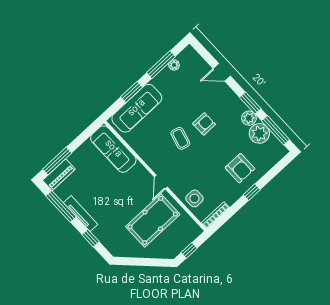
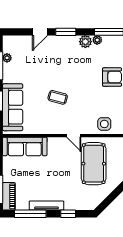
window: (250, 103) -> (66, 32), moved
armchair: (204, 124) -> (62, 74), removed
plant: (259, 133) -> (97, 40), width x0.53, depth x0.53

